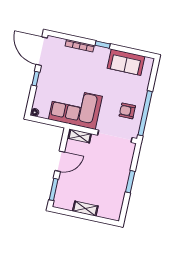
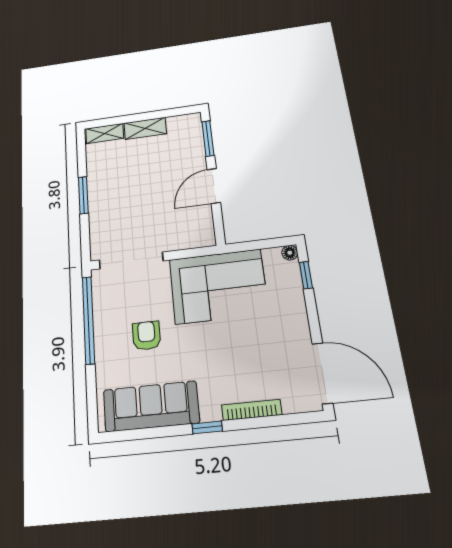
sofa: (126, 62) -> (151, 406), width x1.36
window: (36, 79) -> (306, 275), moved
armchair: (127, 111) -> (147, 336), moved, turned -90
shelving: (80, 136) -> (105, 133), moved

